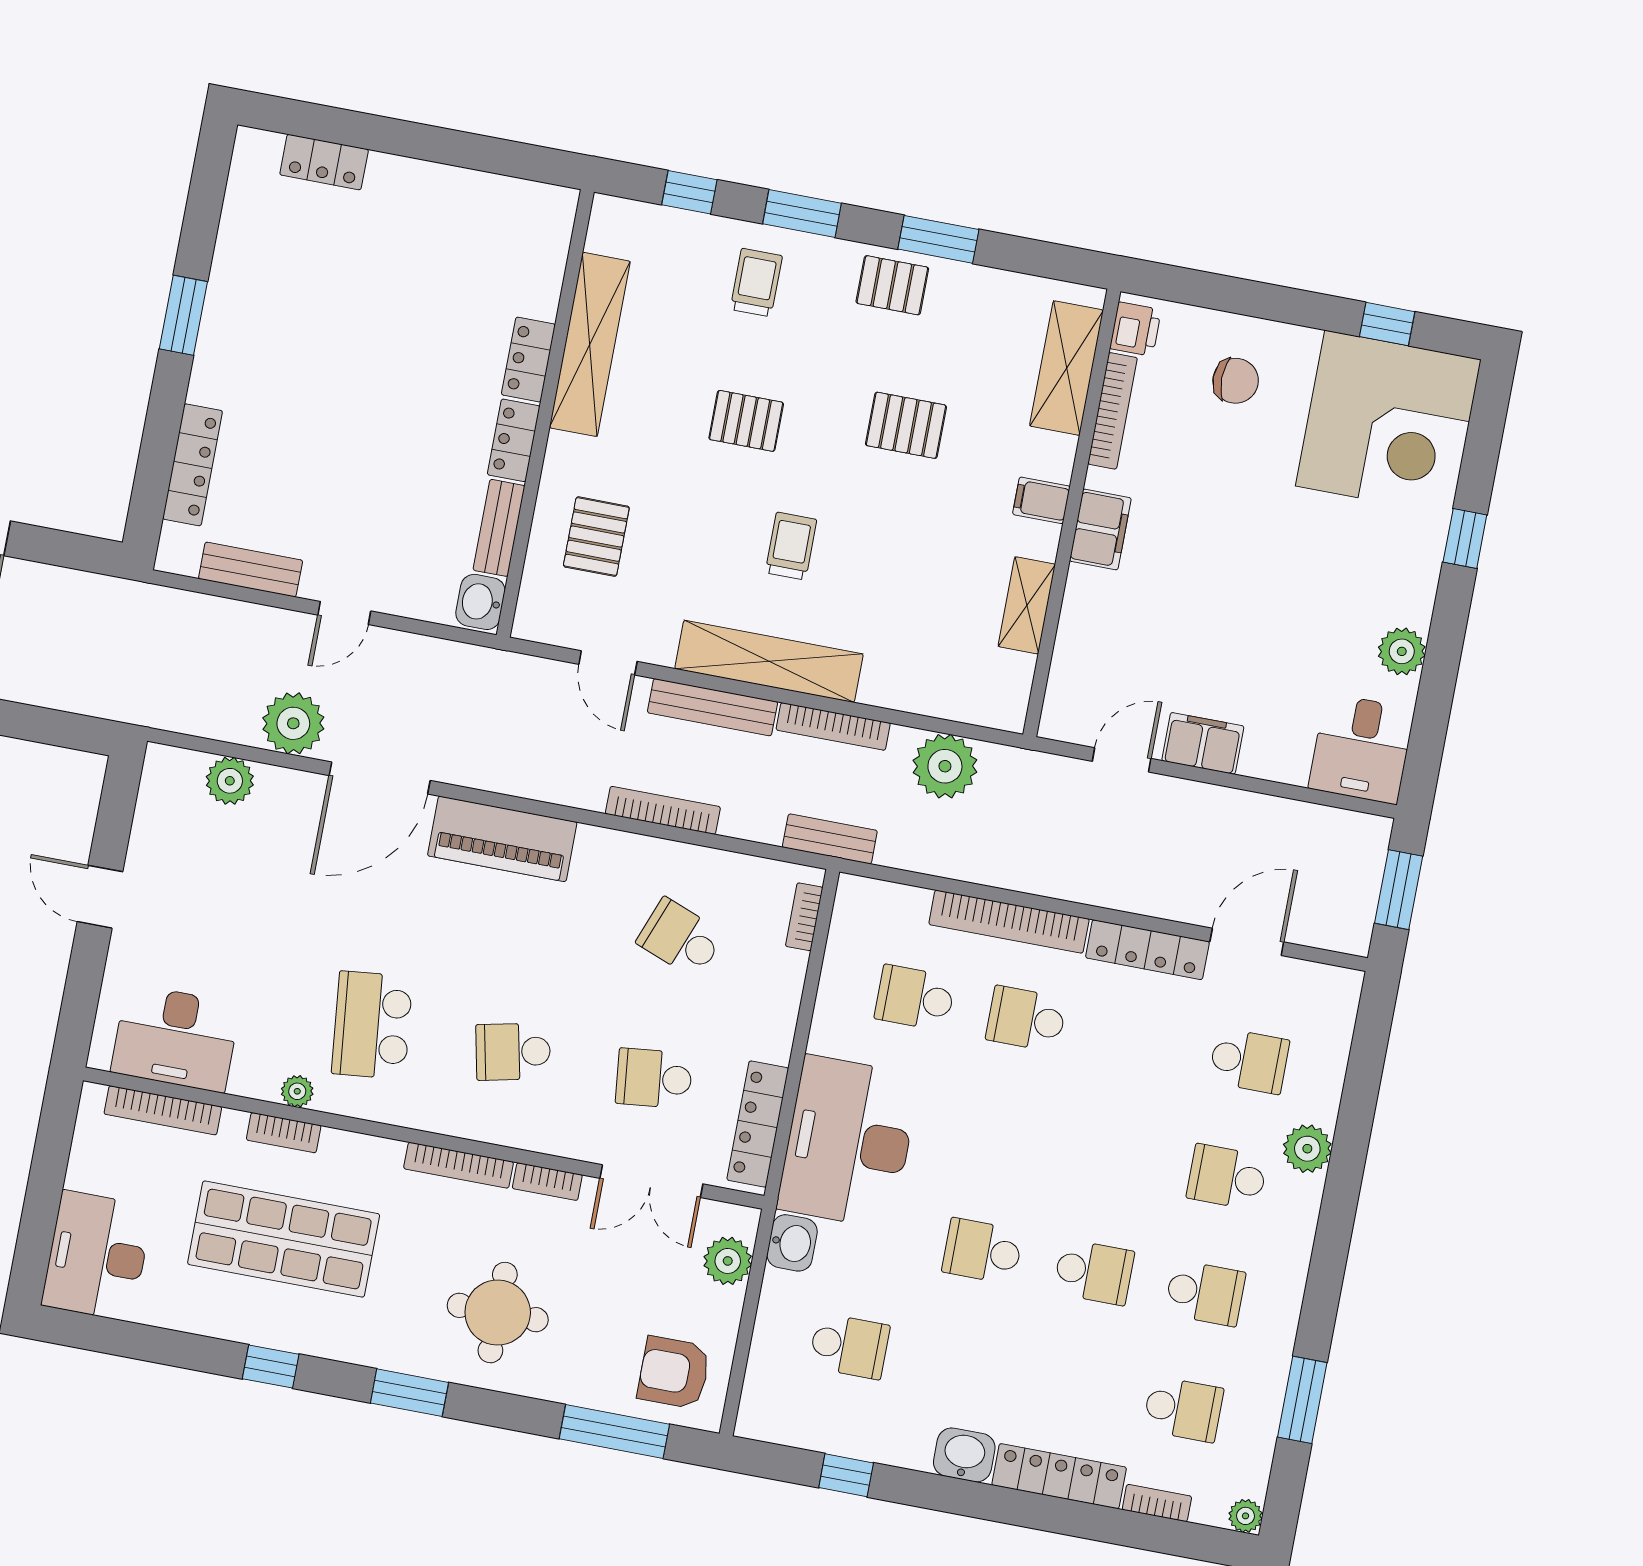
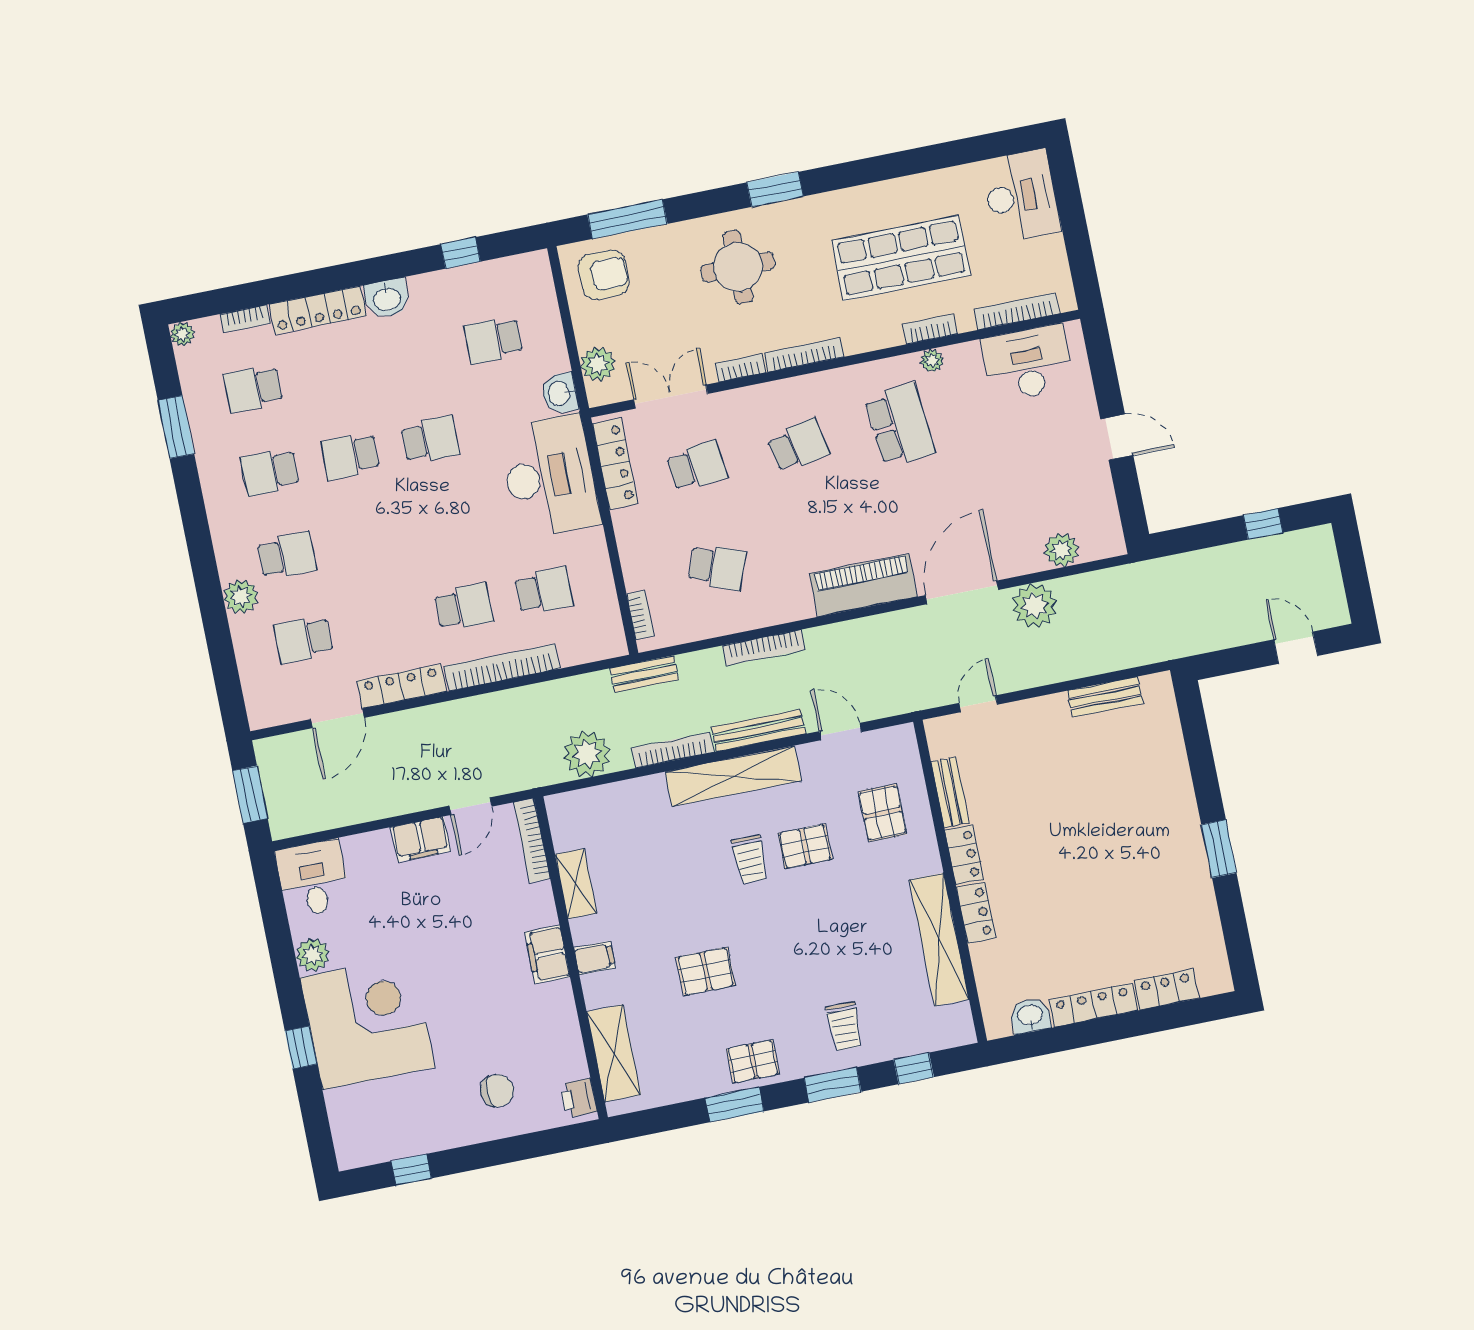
chair: (1236, 381) -> (497, 1091), turned 180
bookcase: (1113, 411) -> (532, 841), moved
pallet: (746, 421) -> (805, 846), moved
corner desk: (1388, 423) -> (367, 1022), moved, turned 90
locker: (193, 465) -> (1093, 1005), moved, turned 90
washbasin: (480, 602) -> (1030, 1016), moved, turned -90
door: (344, 613) -> (978, 704), moved
window: (271, 1367) -> (875, 169), removed

